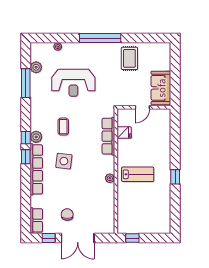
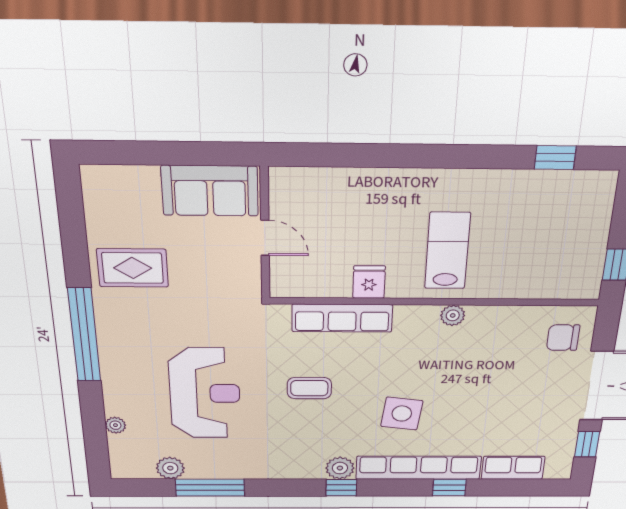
coffee table: (63, 127) -> (309, 388), moved
fridge: (124, 132) -> (369, 282), moved
window: (26, 157) -> (449, 488), moved
window: (175, 177) -> (555, 158), moved
chair: (67, 215) -> (563, 338), moved
row of seats: (36, 220) -> (513, 468), moved

